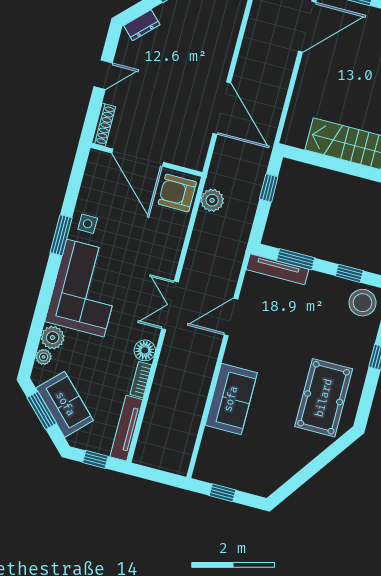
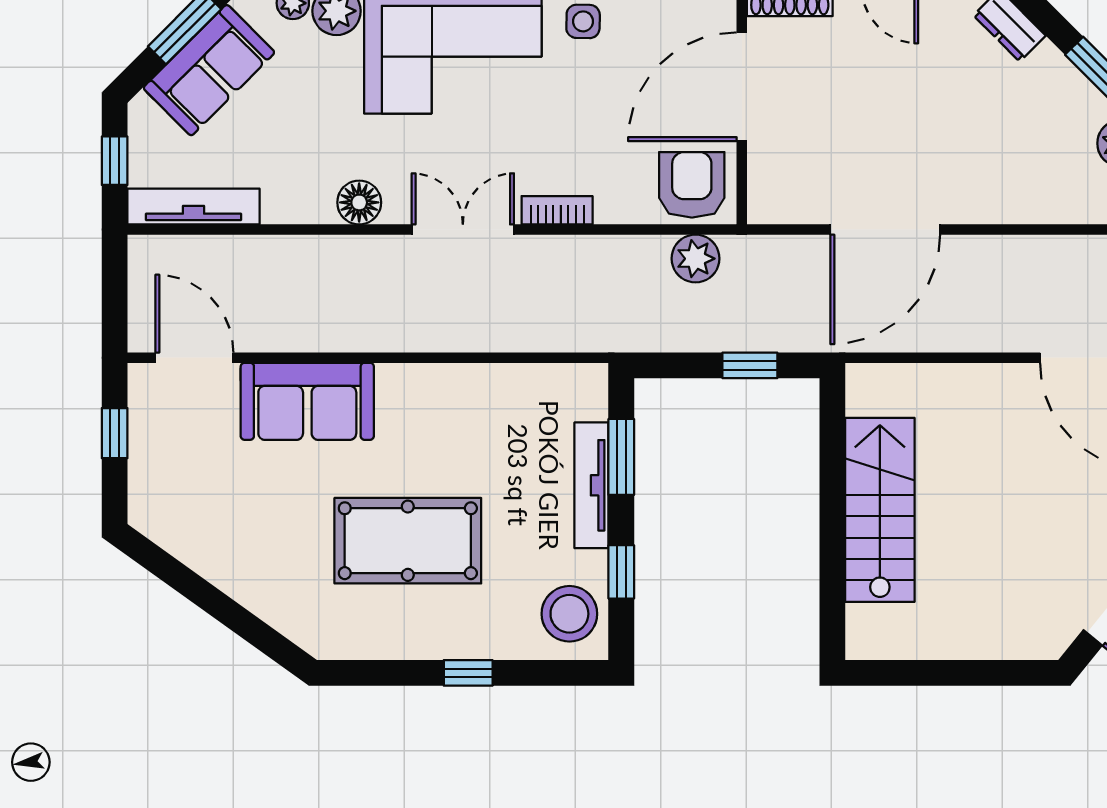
tv unit: (277, 269) -> (591, 485), moved
door: (231, 317) -> (194, 358), moved
bookcase: (141, 380) -> (557, 210), moved
pool table: (324, 398) -> (408, 541), moved

